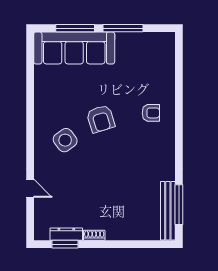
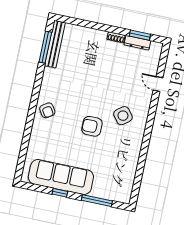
window: (123, 28) -> (60, 193), width x0.46
sofa: (74, 48) -> (61, 177), moved
armchair: (151, 113) -> (47, 110), moved, turned -123
armchair: (101, 119) -> (92, 126), turned -73

